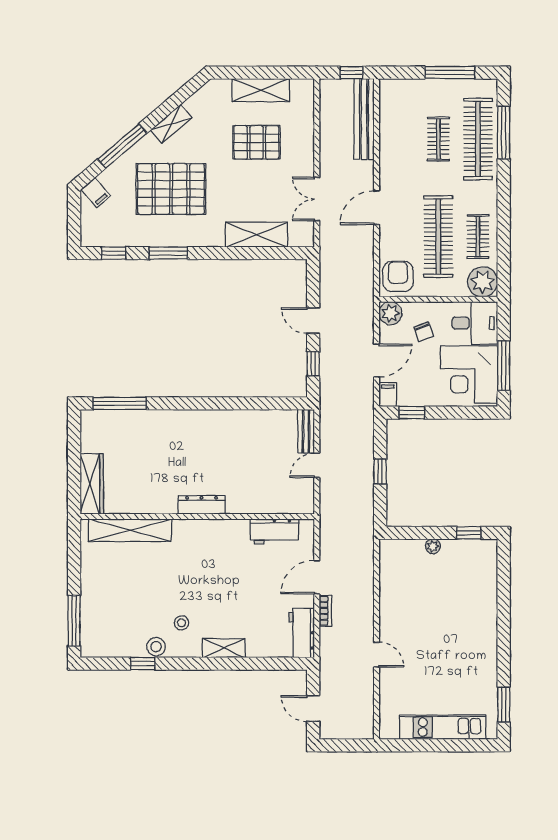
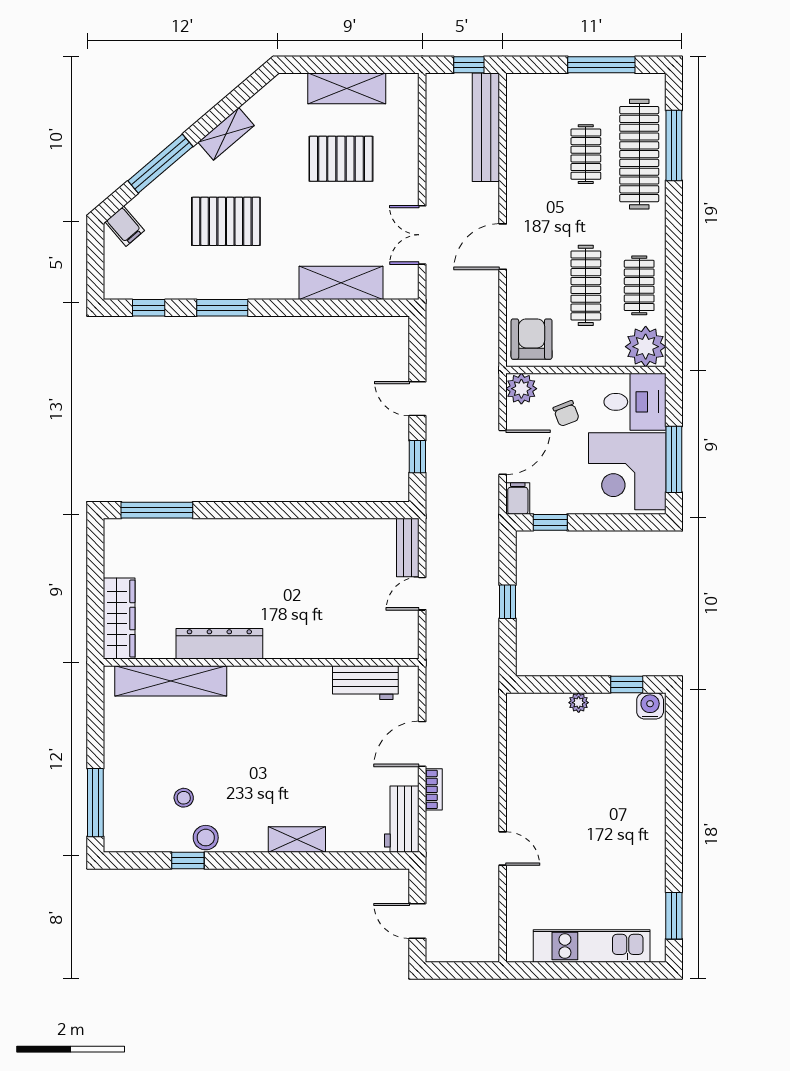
pallet: (171, 189) -> (226, 221), width x0.73, depth x0.71
clothes rail: (438, 237) -> (586, 285), width x0.73, depth x0.76
dresser: (202, 505) -> (219, 644), moved, width x1.37, depth x1.24
water cooler: (486, 549) -> (650, 706), added
stool: (182, 623) -> (184, 798), moved

